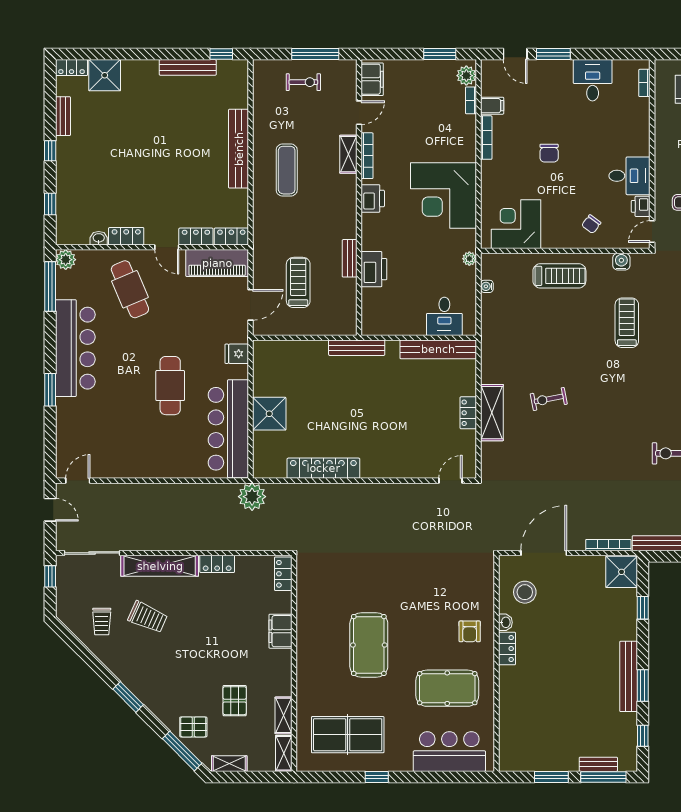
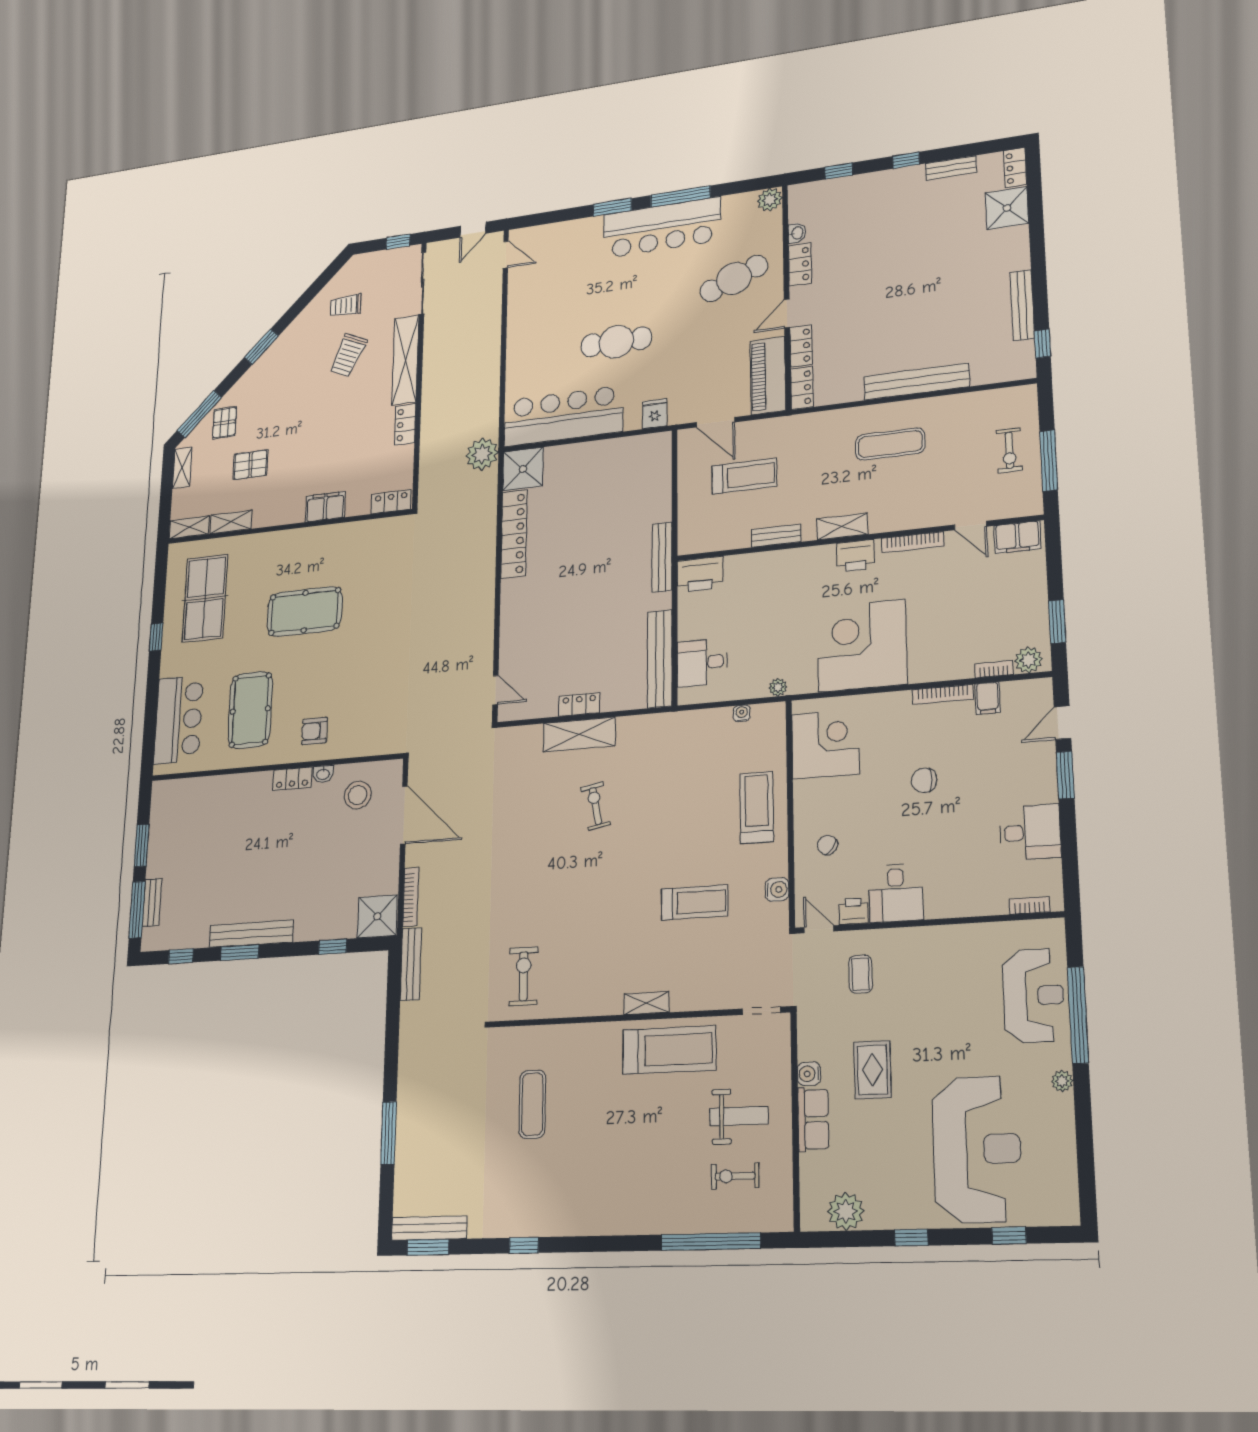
shelving: (348, 154) -> (842, 526), moved
printer: (374, 269) -> (700, 574), moved
treadmill: (559, 276) -> (757, 808), turned 180
window: (50, 286) -> (680, 196), moved
shower: (269, 414) -> (523, 469), moved

